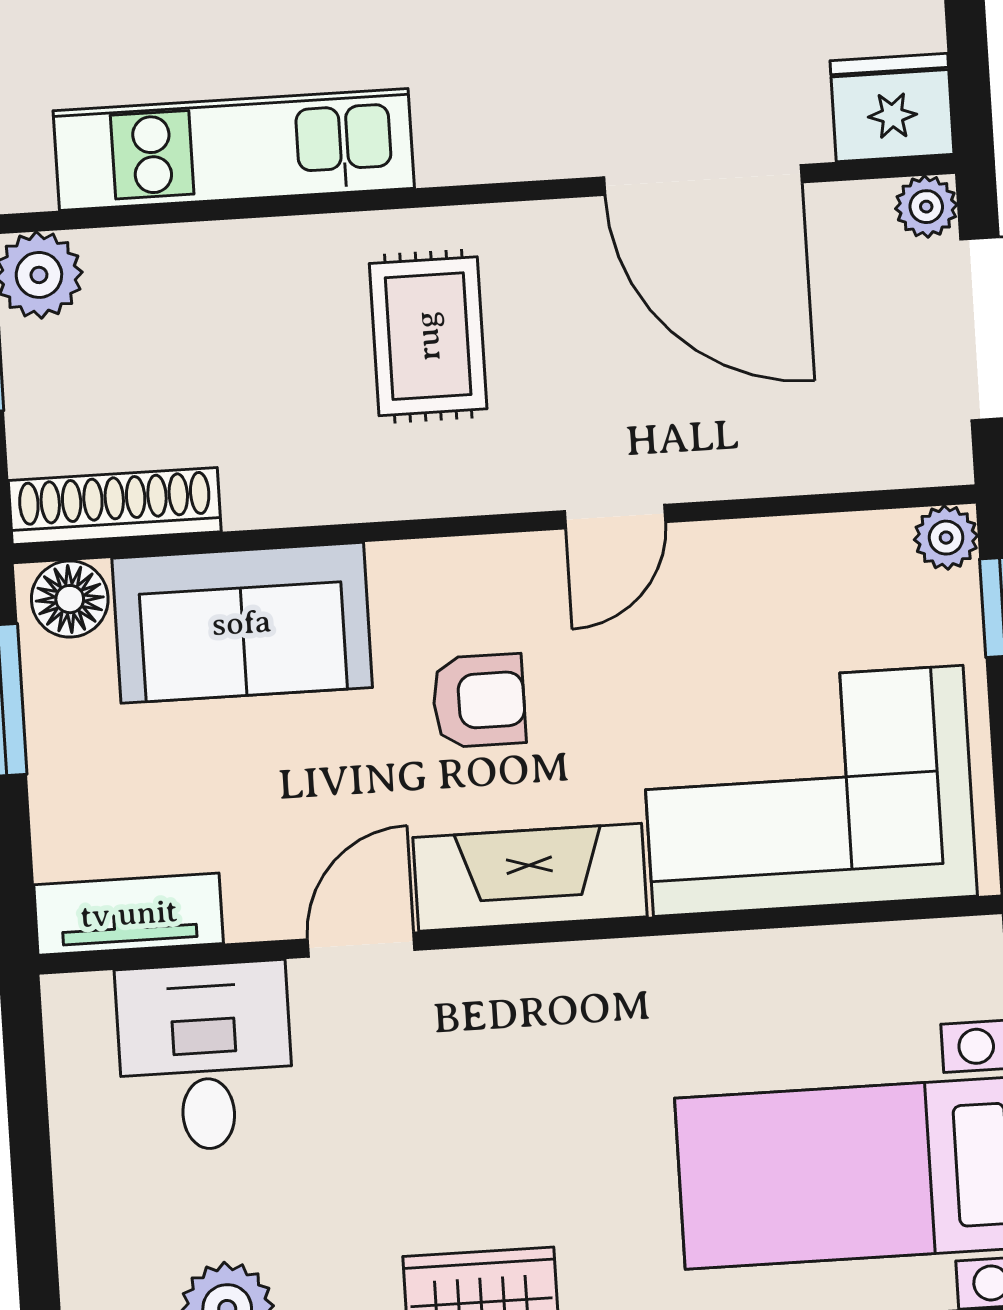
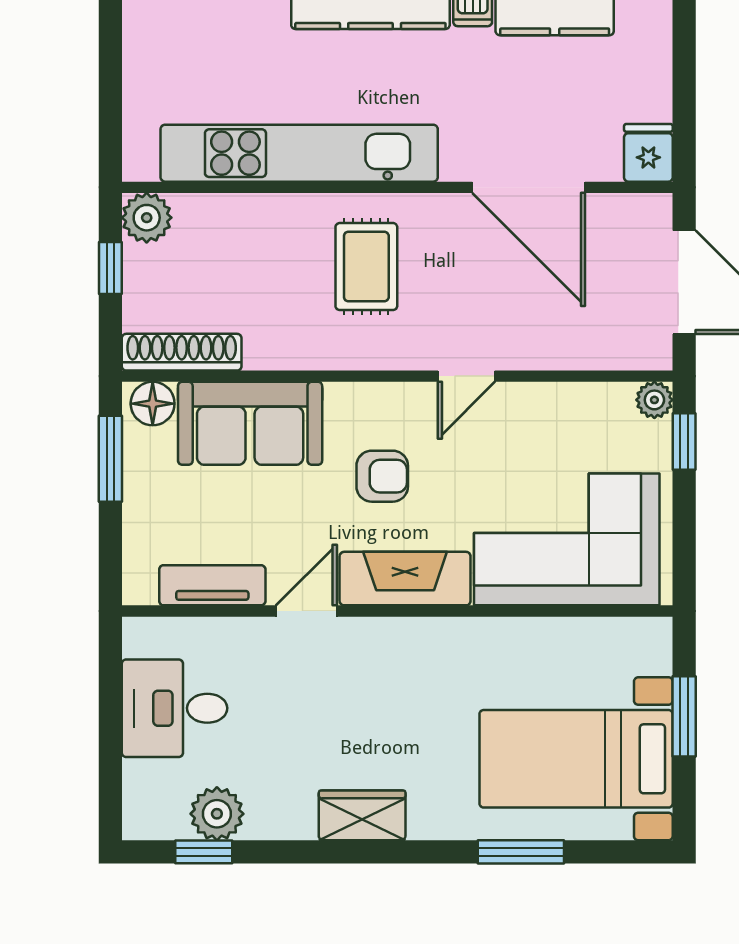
fridge: (892, 108) -> (648, 153), width x0.72
kitchen unit: (234, 150) -> (299, 153), width x1.36
plant: (926, 207) -> (655, 211), removed
tv unit: (129, 914) -> (212, 585), moved
desk: (205, 1057) -> (175, 708), moved, turned -90

